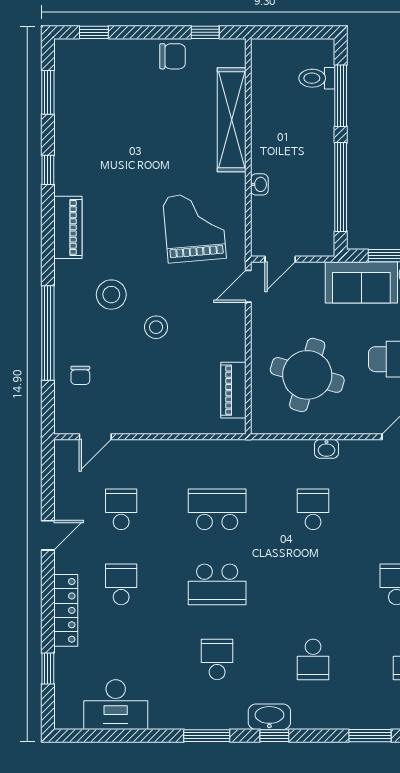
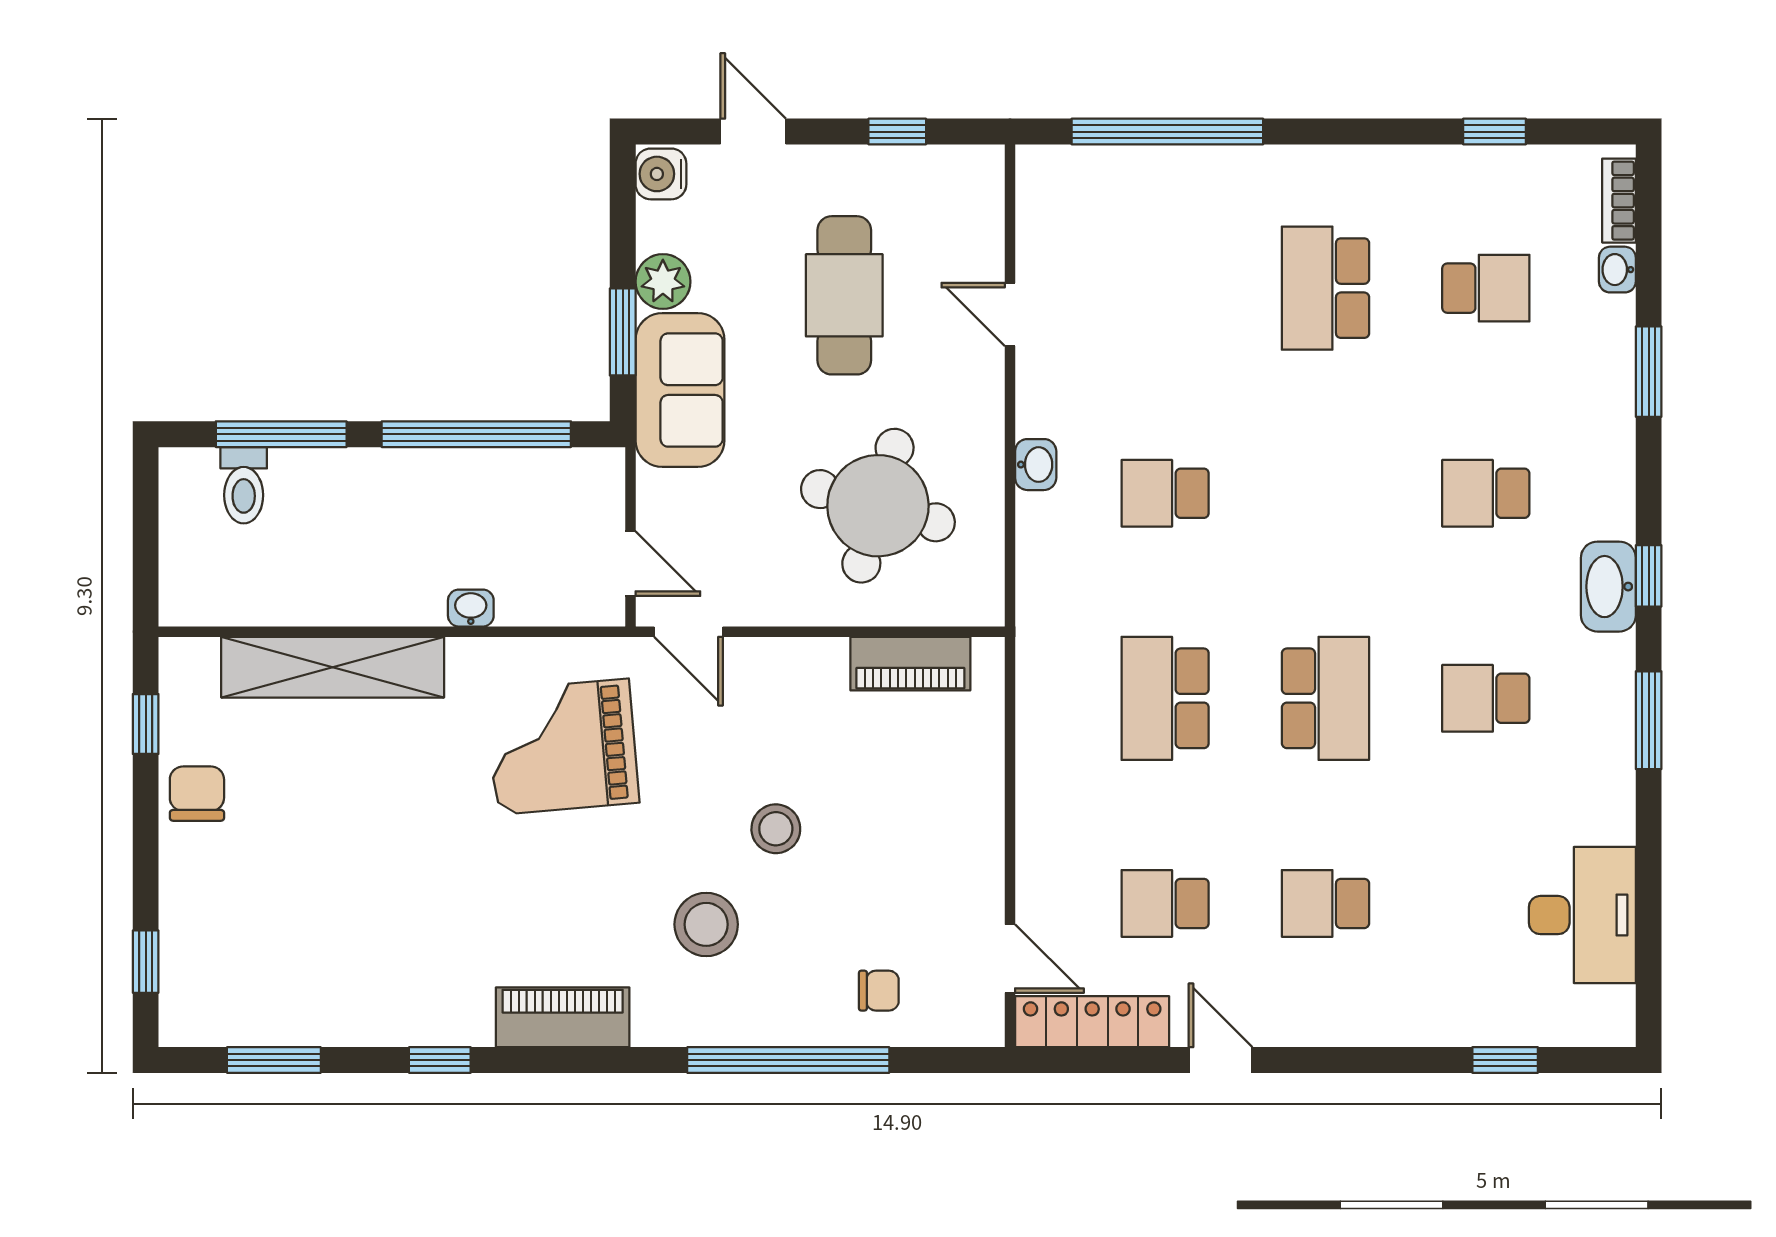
locker: (66, 610) -> (1092, 1022), moved
school desk: (313, 659) -> (1486, 493), turned 180

